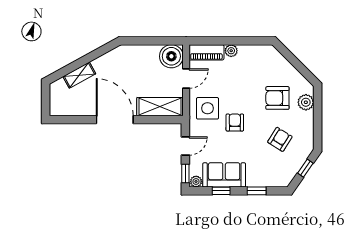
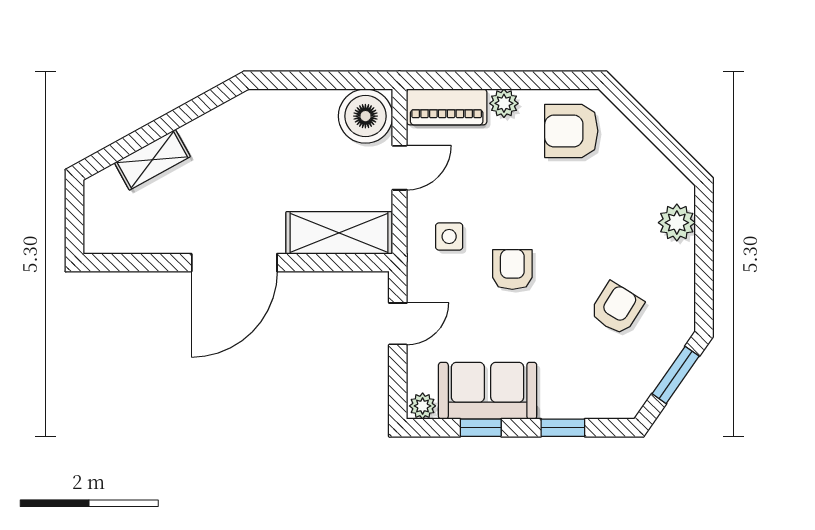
armchair: (277, 98) -> (571, 131), moved
side table: (207, 108) -> (449, 236), width x0.54, depth x0.54
door: (115, 120) -> (234, 263), swing flipped
window: (305, 168) -> (676, 375), width x1.50
window: (185, 173) -> (398, 387), removed

